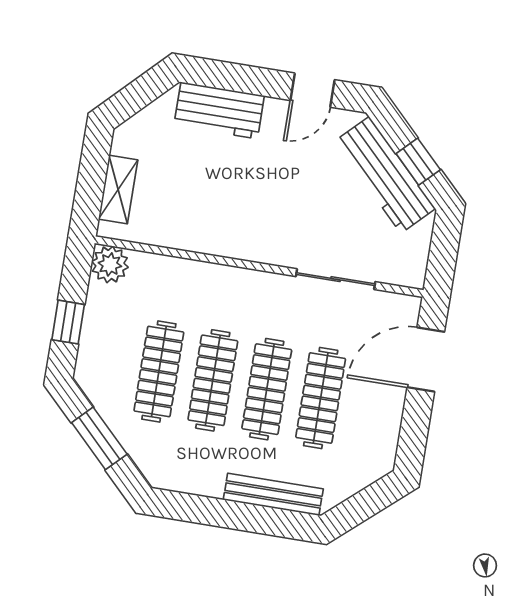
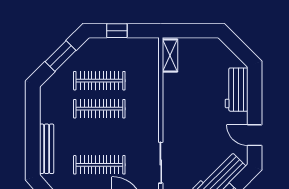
shelving: (118, 189) -> (170, 56), moved, turned 90
plant: (110, 264) -> (150, 47), removed
clothes rail: (267, 389) -> (99, 137), removed

